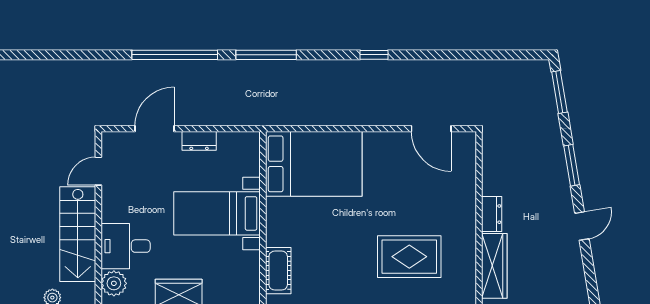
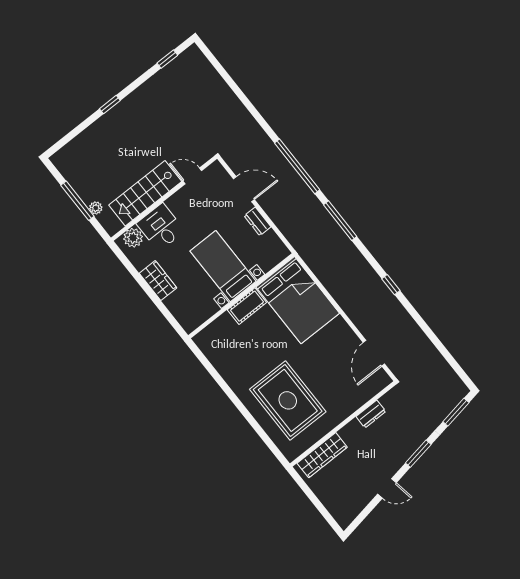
dresser: (492, 214) -> (371, 414), moved
rug: (409, 257) -> (288, 400), width x1.37, depth x1.44
cot: (278, 271) -> (247, 306), moved

